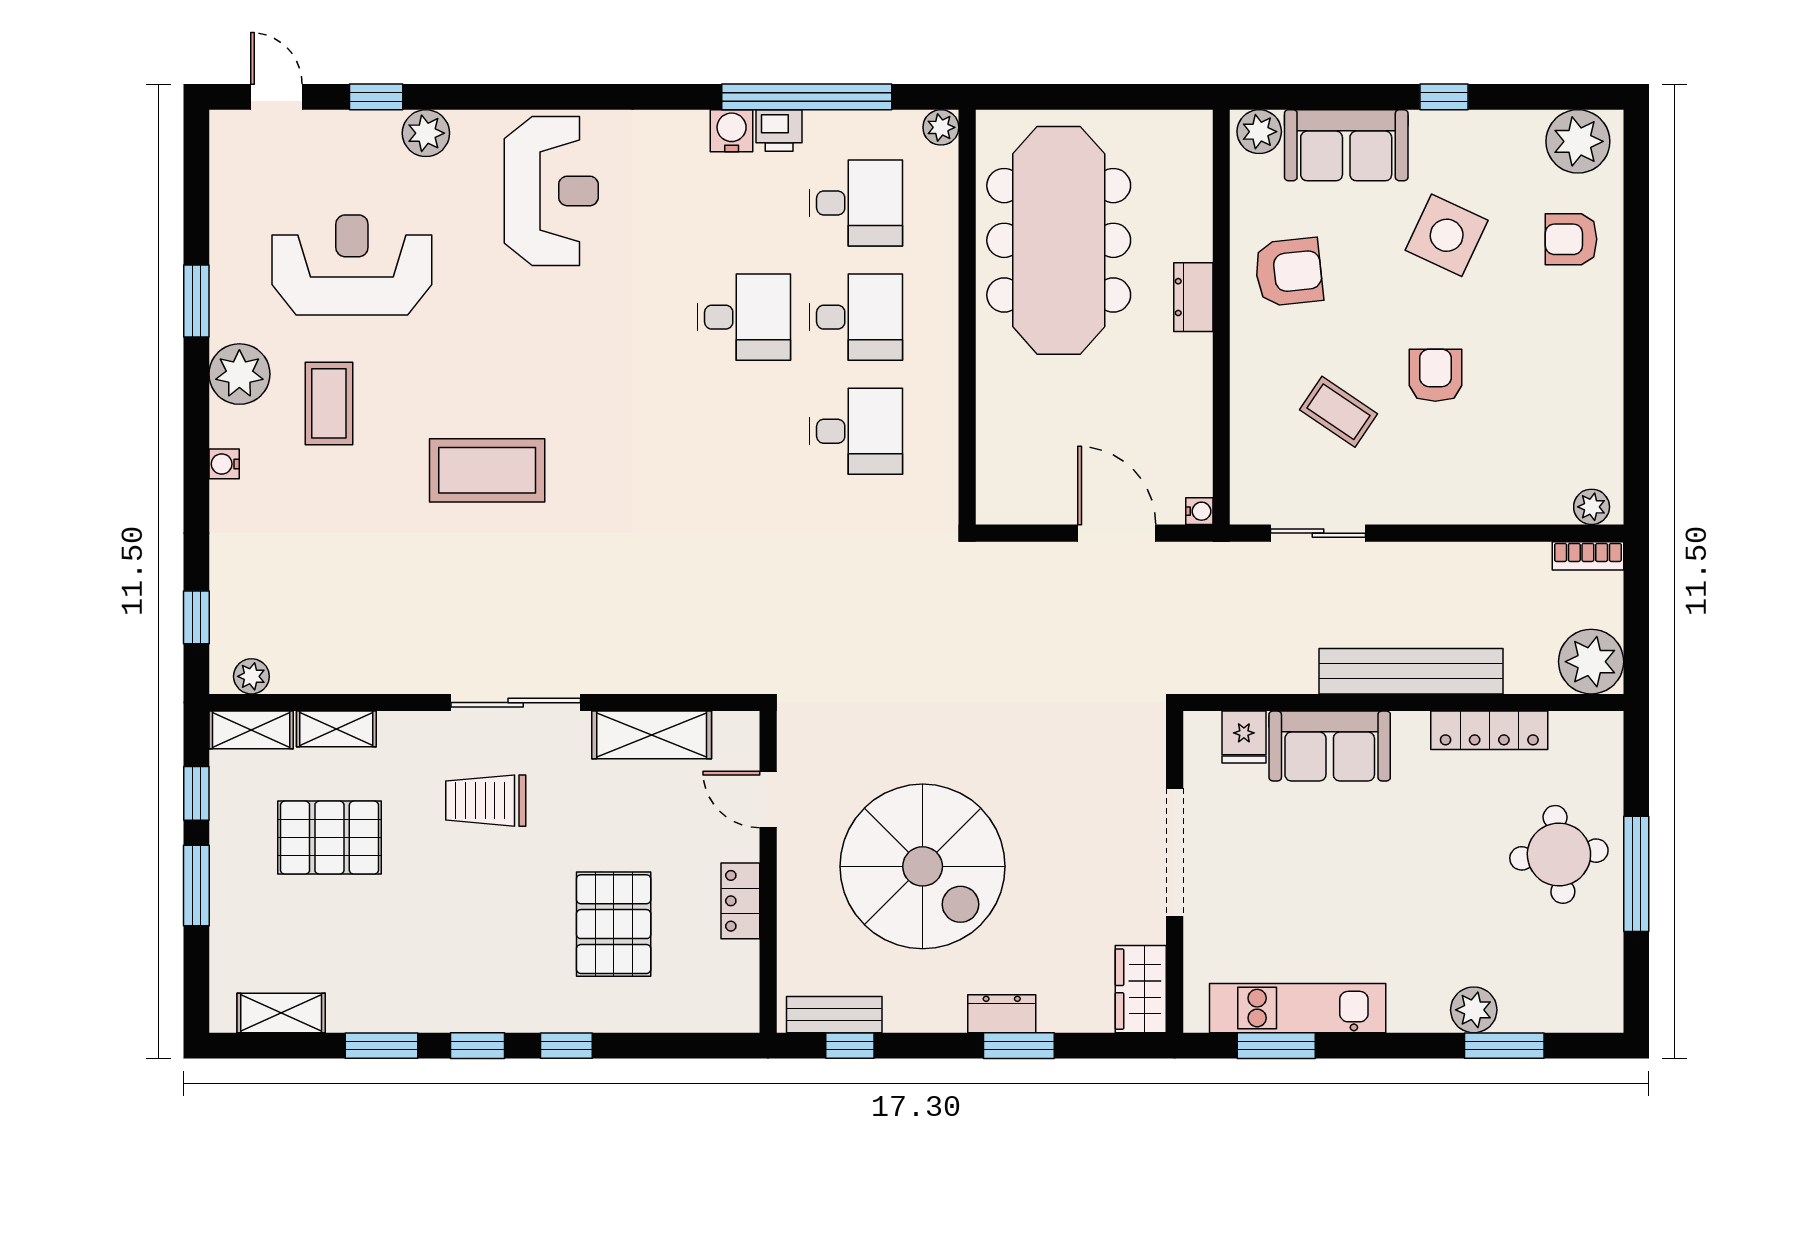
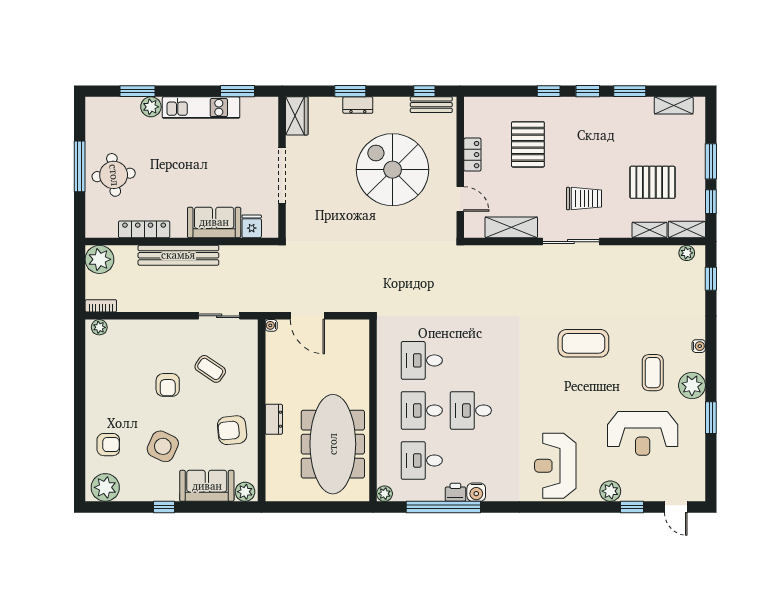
kitchen unit: (1298, 1008) -> (201, 108), moved

